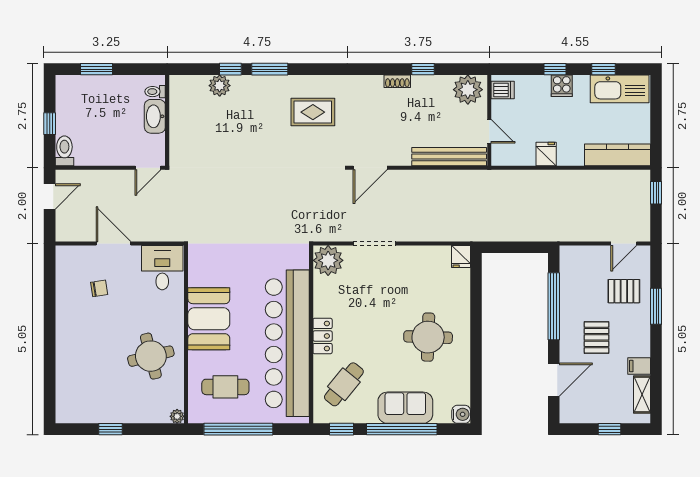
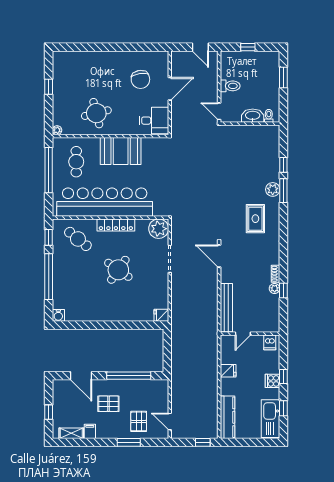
plant: (220, 86) -> (273, 189), moved
plant: (468, 90) -> (275, 288), moved, width x0.53, depth x0.53
toilet: (64, 151) -> (230, 86), moved
chair: (99, 288) -> (140, 79), width x1.87, depth x1.87
locker: (323, 336) -> (116, 225), width x1.53
round table: (428, 337) -> (118, 270), moved, turned 33
sofa: (405, 408) -> (63, 279), removed

